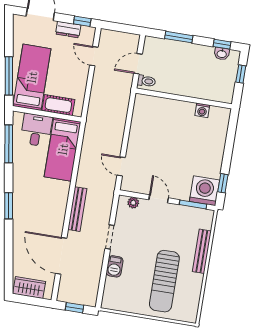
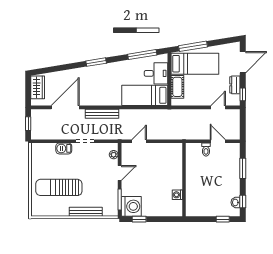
wall: (184, 98) -> (184, 180), moved
washing machine: (202, 110) -> (177, 195), moved

